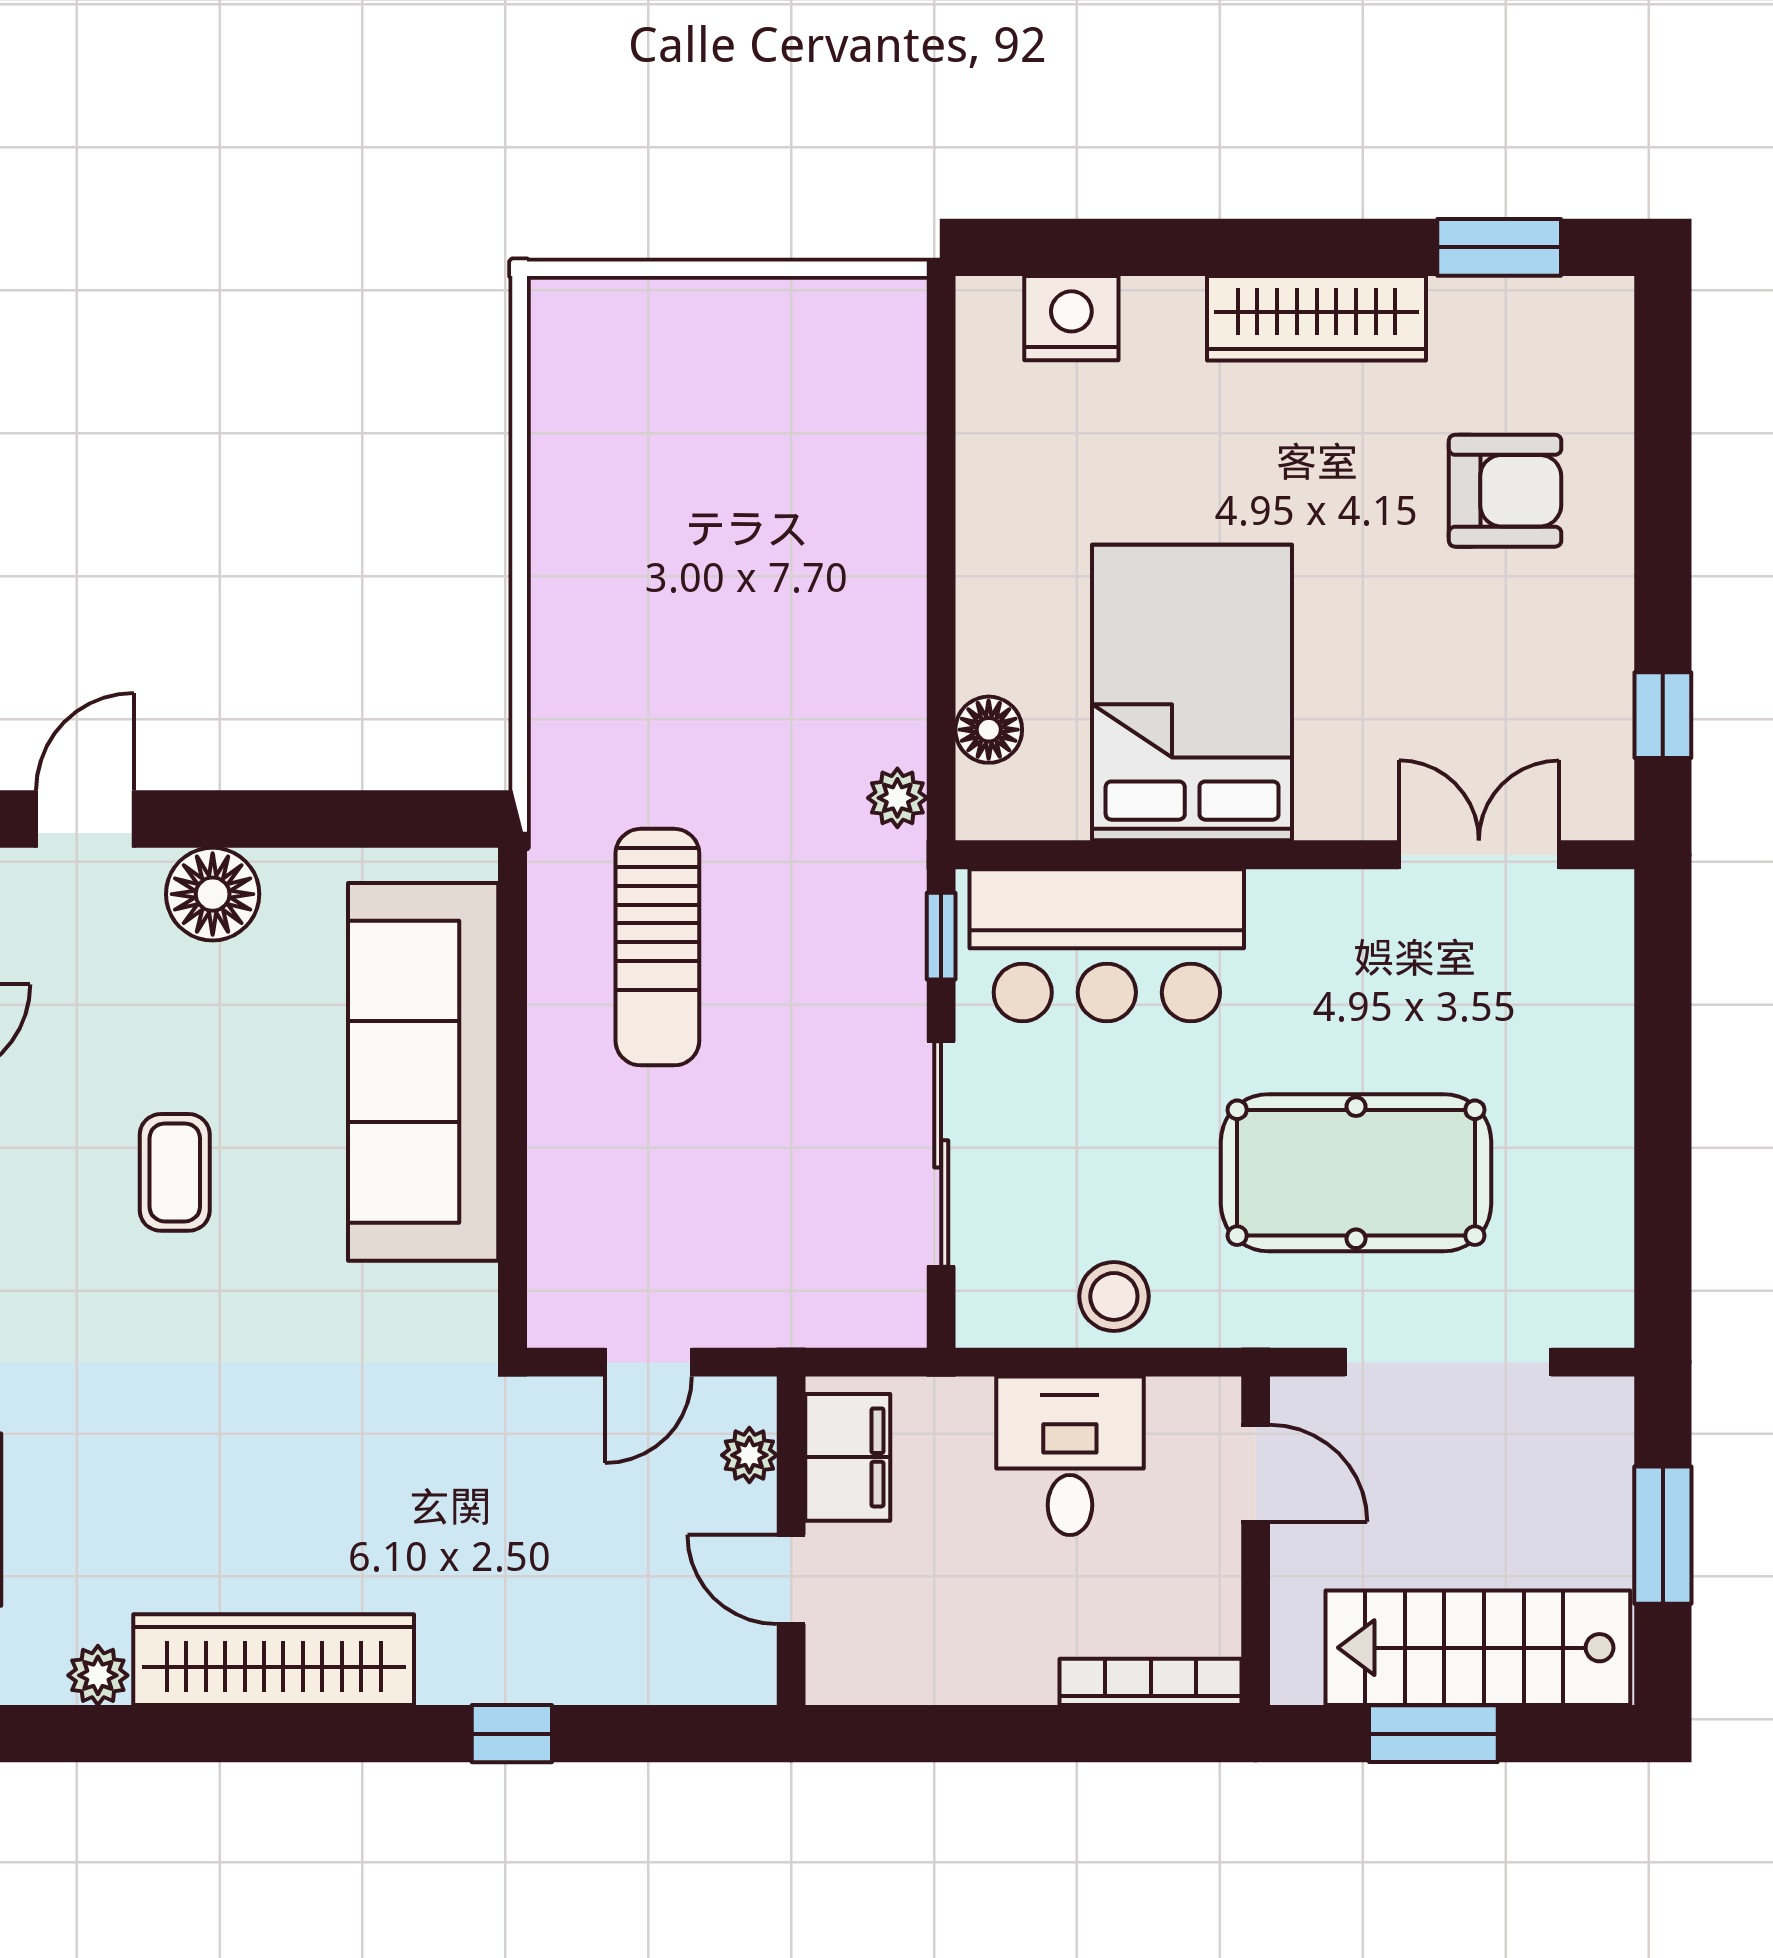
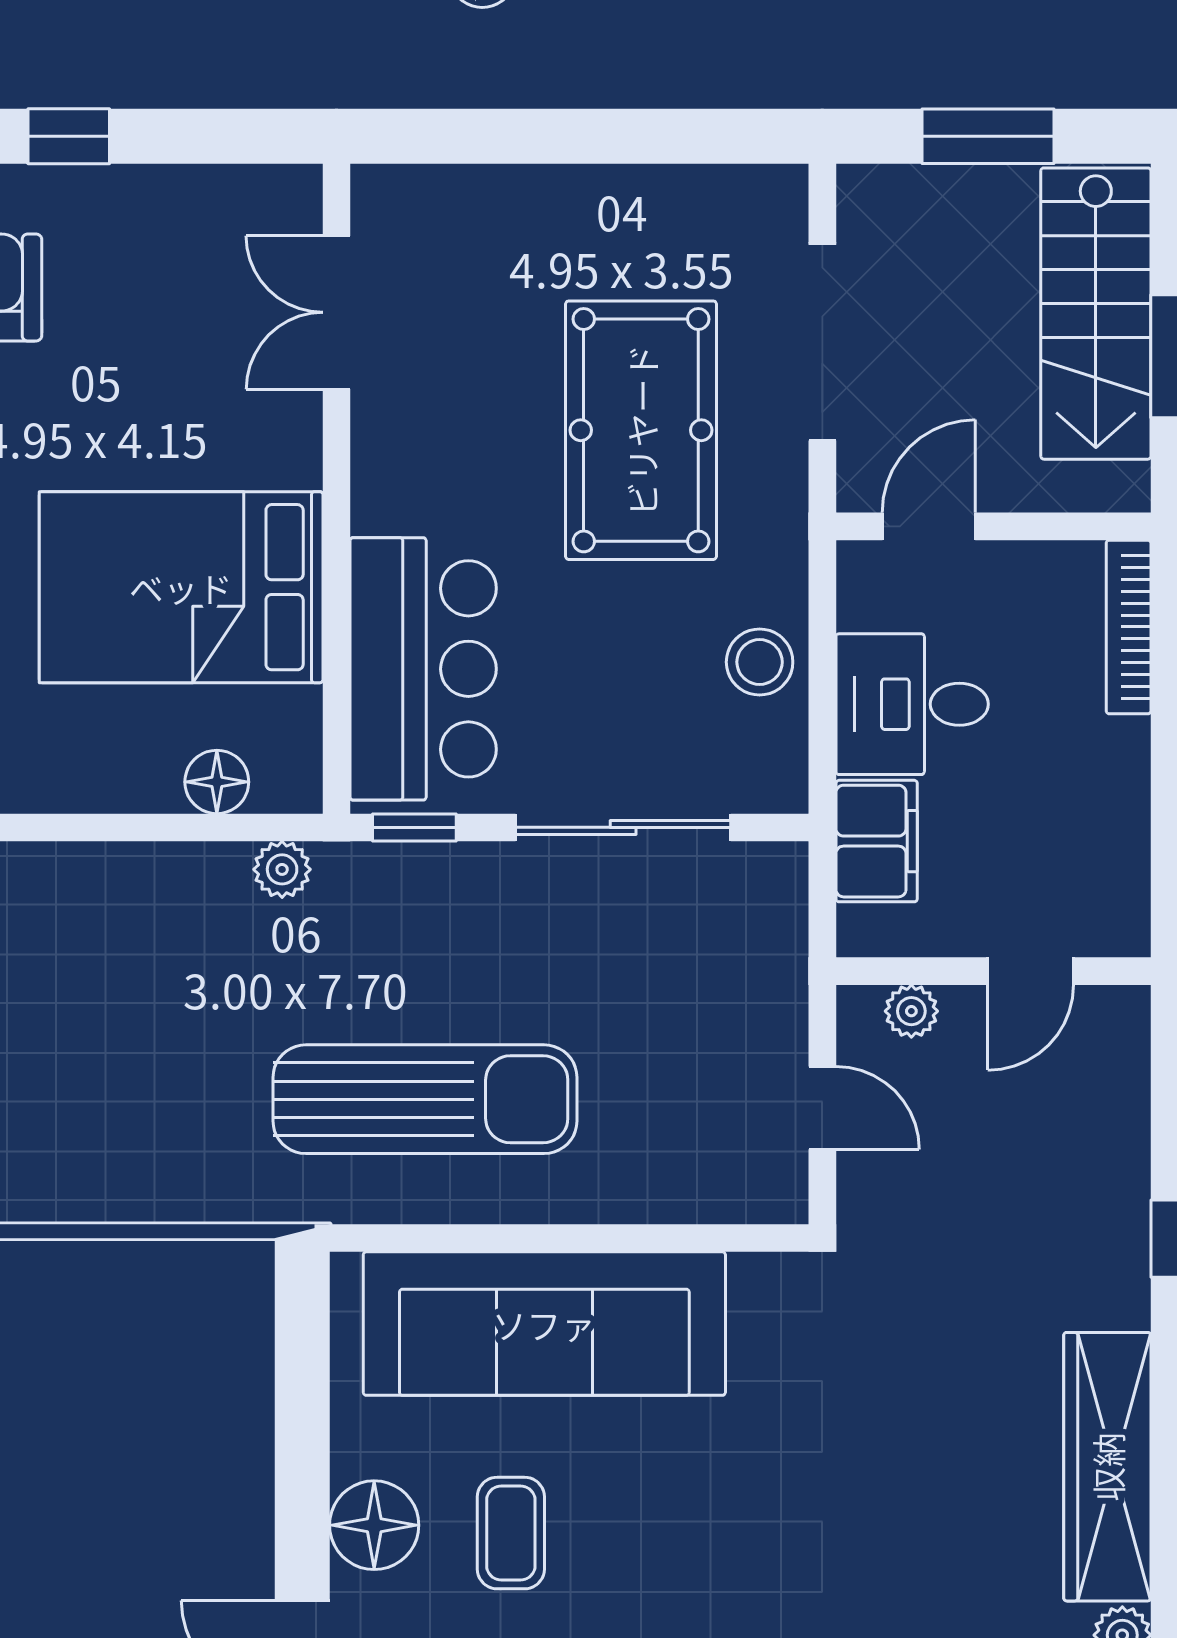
window: (1663, 715) -> (69, 136), moved
sun lounger: (657, 947) -> (425, 1099), width x1.36, depth x1.34
coffee table: (175, 1172) -> (511, 1533), moved, turned 90
filing cabinet: (848, 1457) -> (877, 841), moved, turned 90

